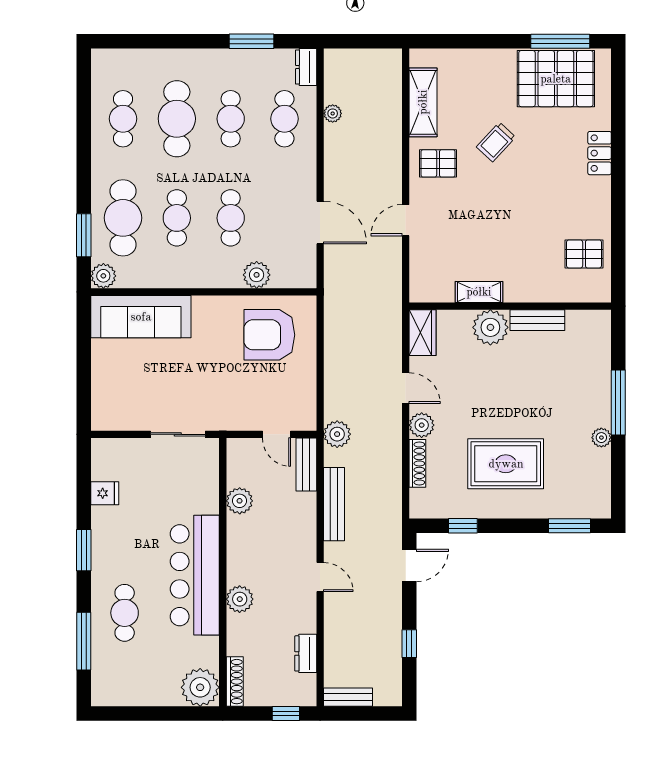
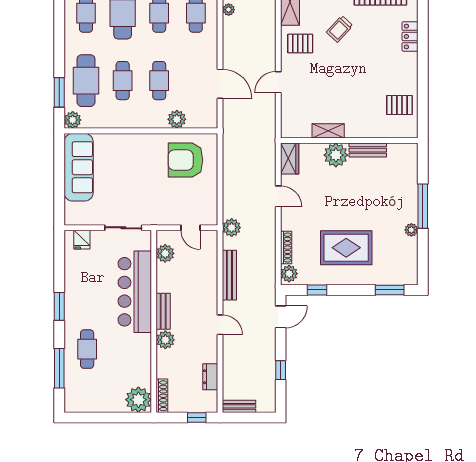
sofa: (141, 317) -> (79, 167), moved, turned -90
plant: (422, 425) -> (289, 274), moved
bench: (306, 465) -> (163, 311), moved
fridge: (105, 493) -> (82, 240), moved, turned 90
plant: (240, 501) -> (165, 253), moved
bar counter: (195, 575) -> (135, 292), moved

